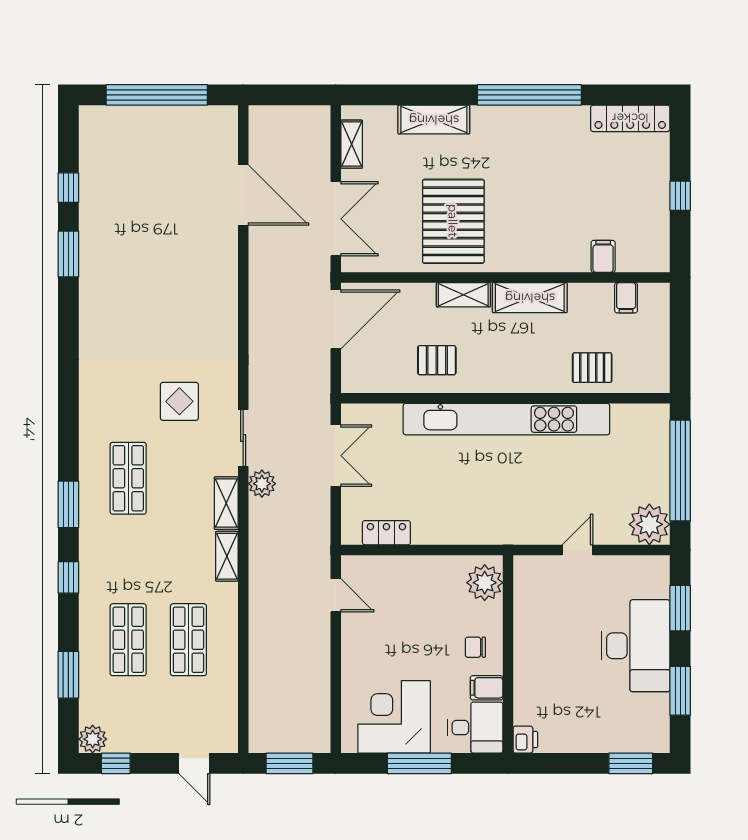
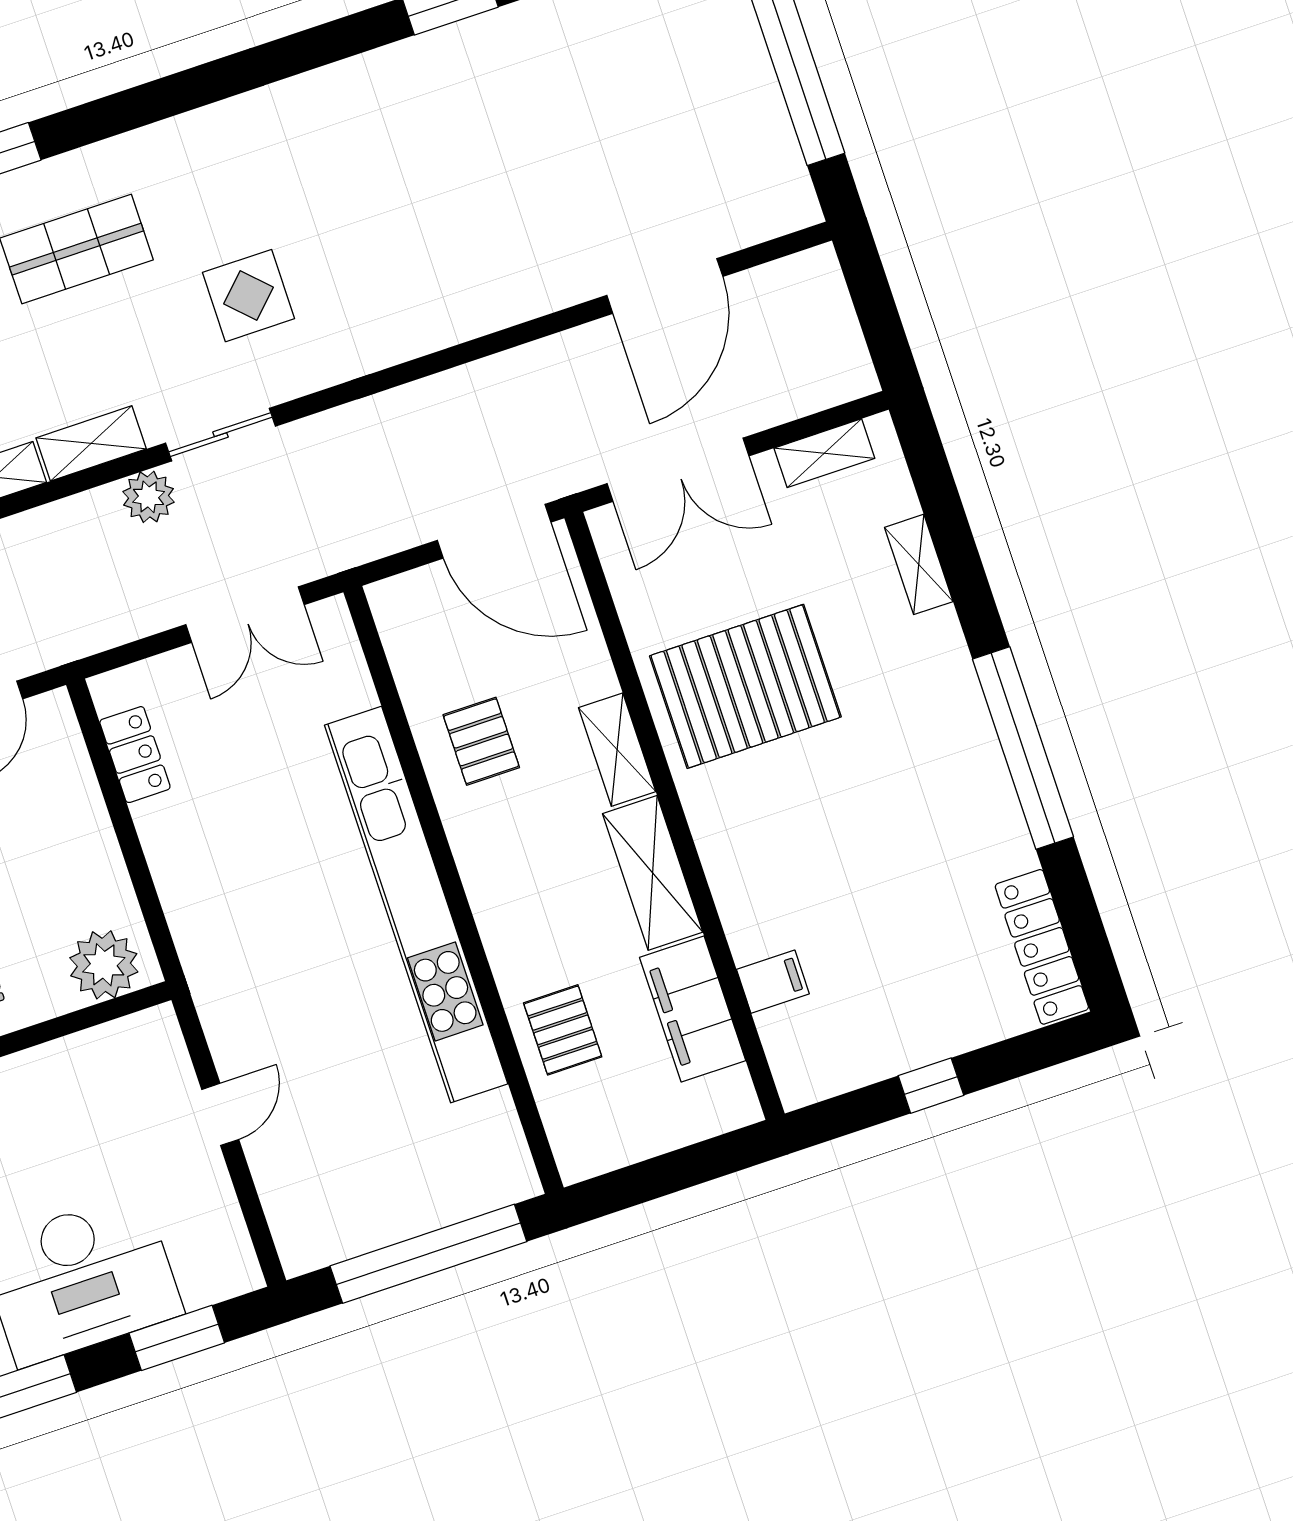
shelving: (434, 120) -> (919, 564), width x0.67, depth x0.75
filing cabinet: (626, 298) -> (693, 1009), width x3.00, depth x1.17
plant: (649, 524) -> (311, 1230), removed
door: (577, 550) -> (220, 1114), hinge flipped

